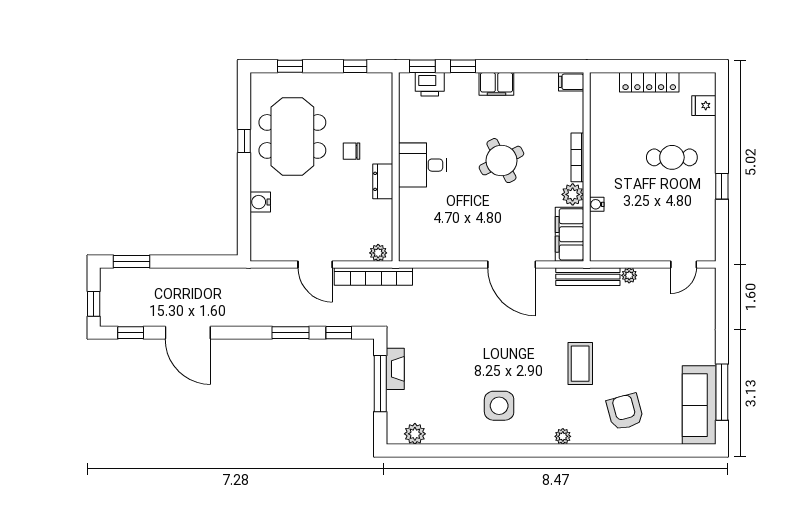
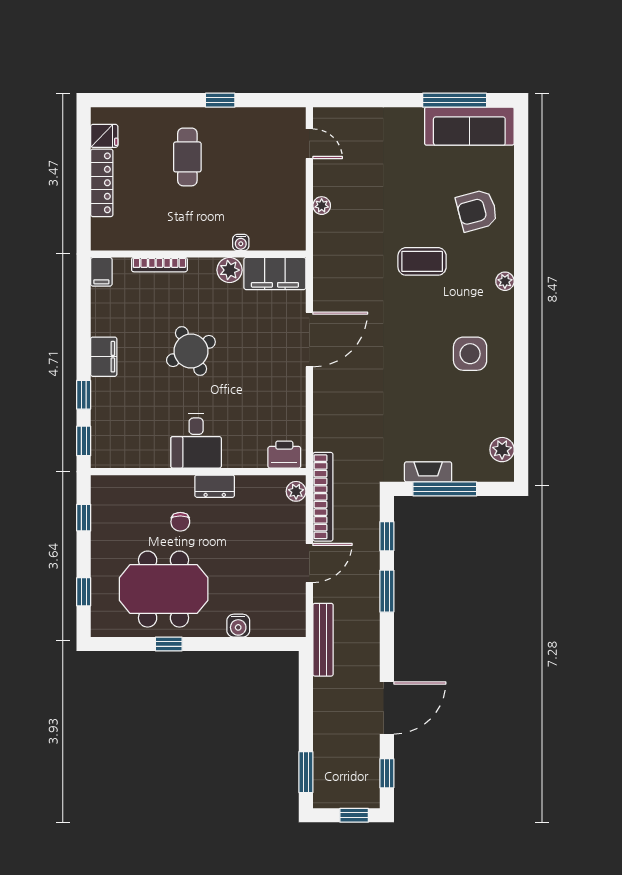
printer: (430, 84) -> (284, 455), moved, turned -90
fridge: (704, 106) -> (104, 136), moved, turned -90
bookcase: (577, 157) -> (159, 265), moved
bench: (588, 277) -> (323, 640), moved

